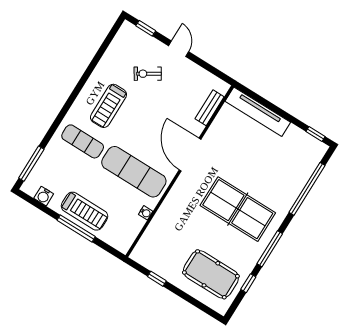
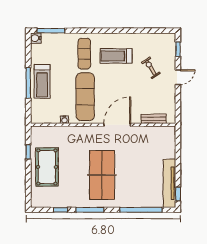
tv unit: (258, 112) -> (170, 183), moved
water cooler: (44, 196) -> (36, 38), moved
pool table: (211, 274) -> (47, 167), moved

